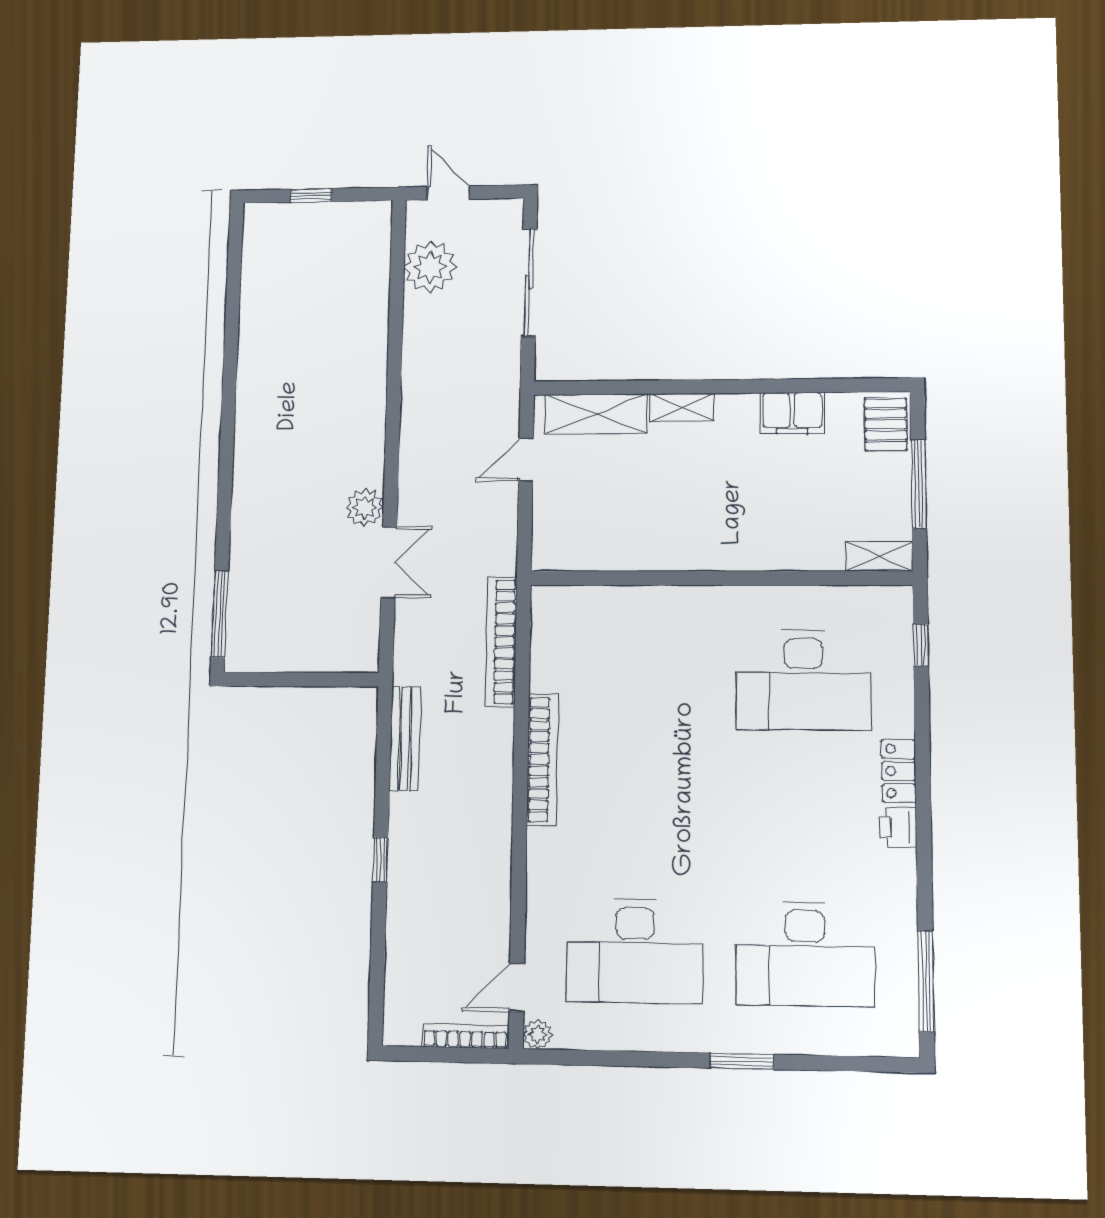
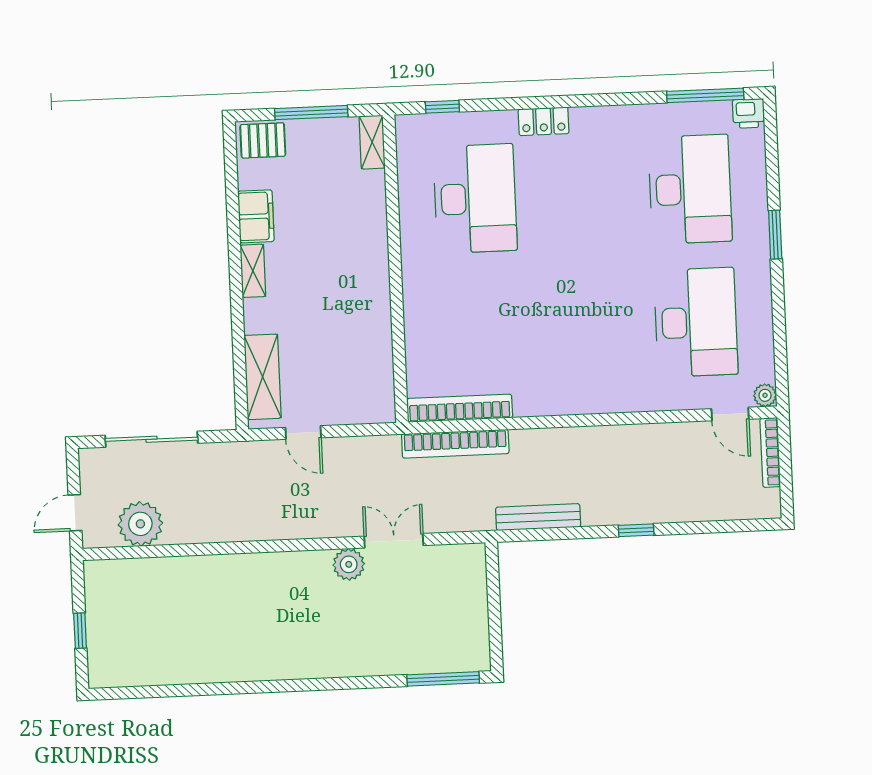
shelving: (682, 407) -> (253, 271), moved
bookcase: (542, 759) -> (460, 408), moved
printer: (898, 827) -> (749, 113), moved

